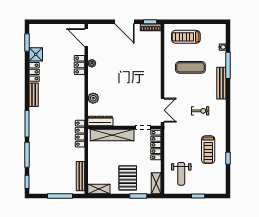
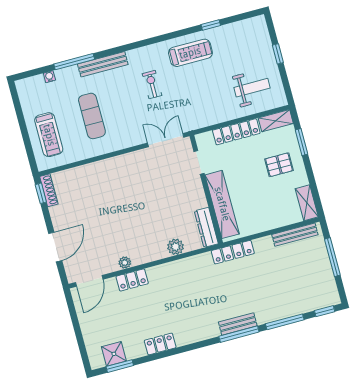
door: (125, 22) -> (55, 247), moved
shower: (36, 54) -> (114, 354), moved
bench: (34, 95) -> (238, 324), moved
locker: (156, 145) -> (236, 132), moved
treadmill: (208, 150) -> (190, 53), moved
pallet: (128, 178) -> (279, 165), width x0.67, depth x0.71

